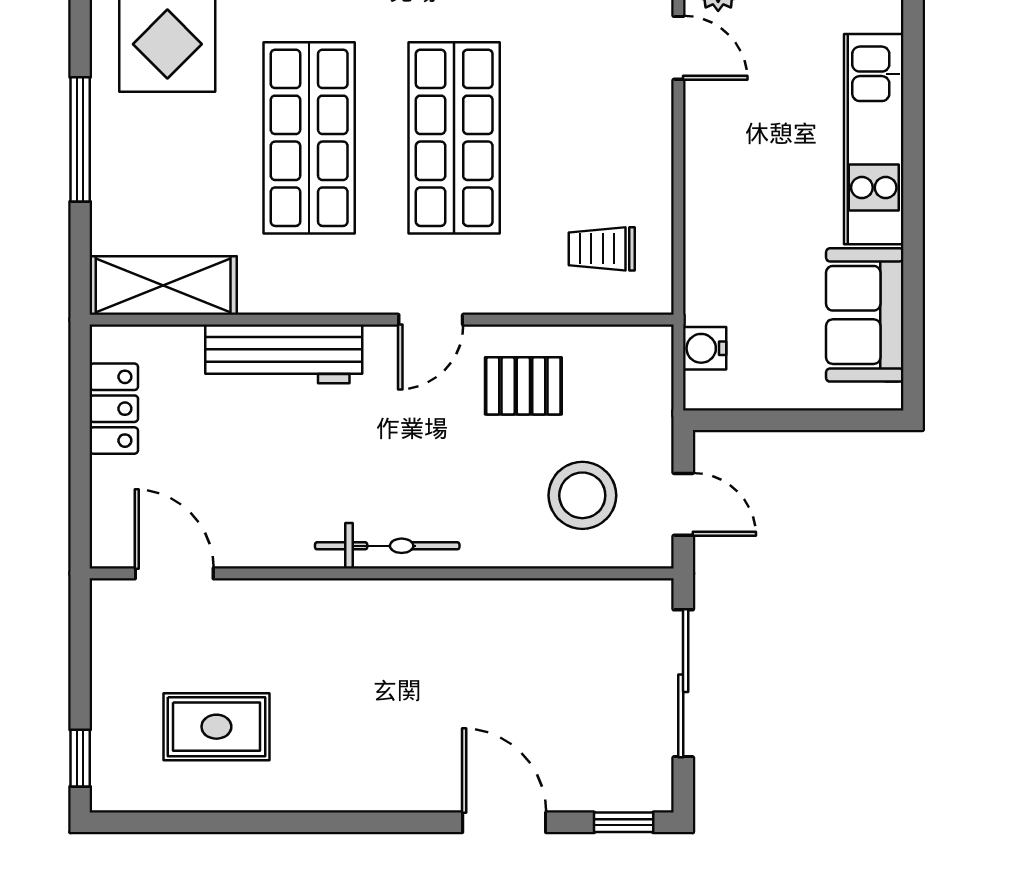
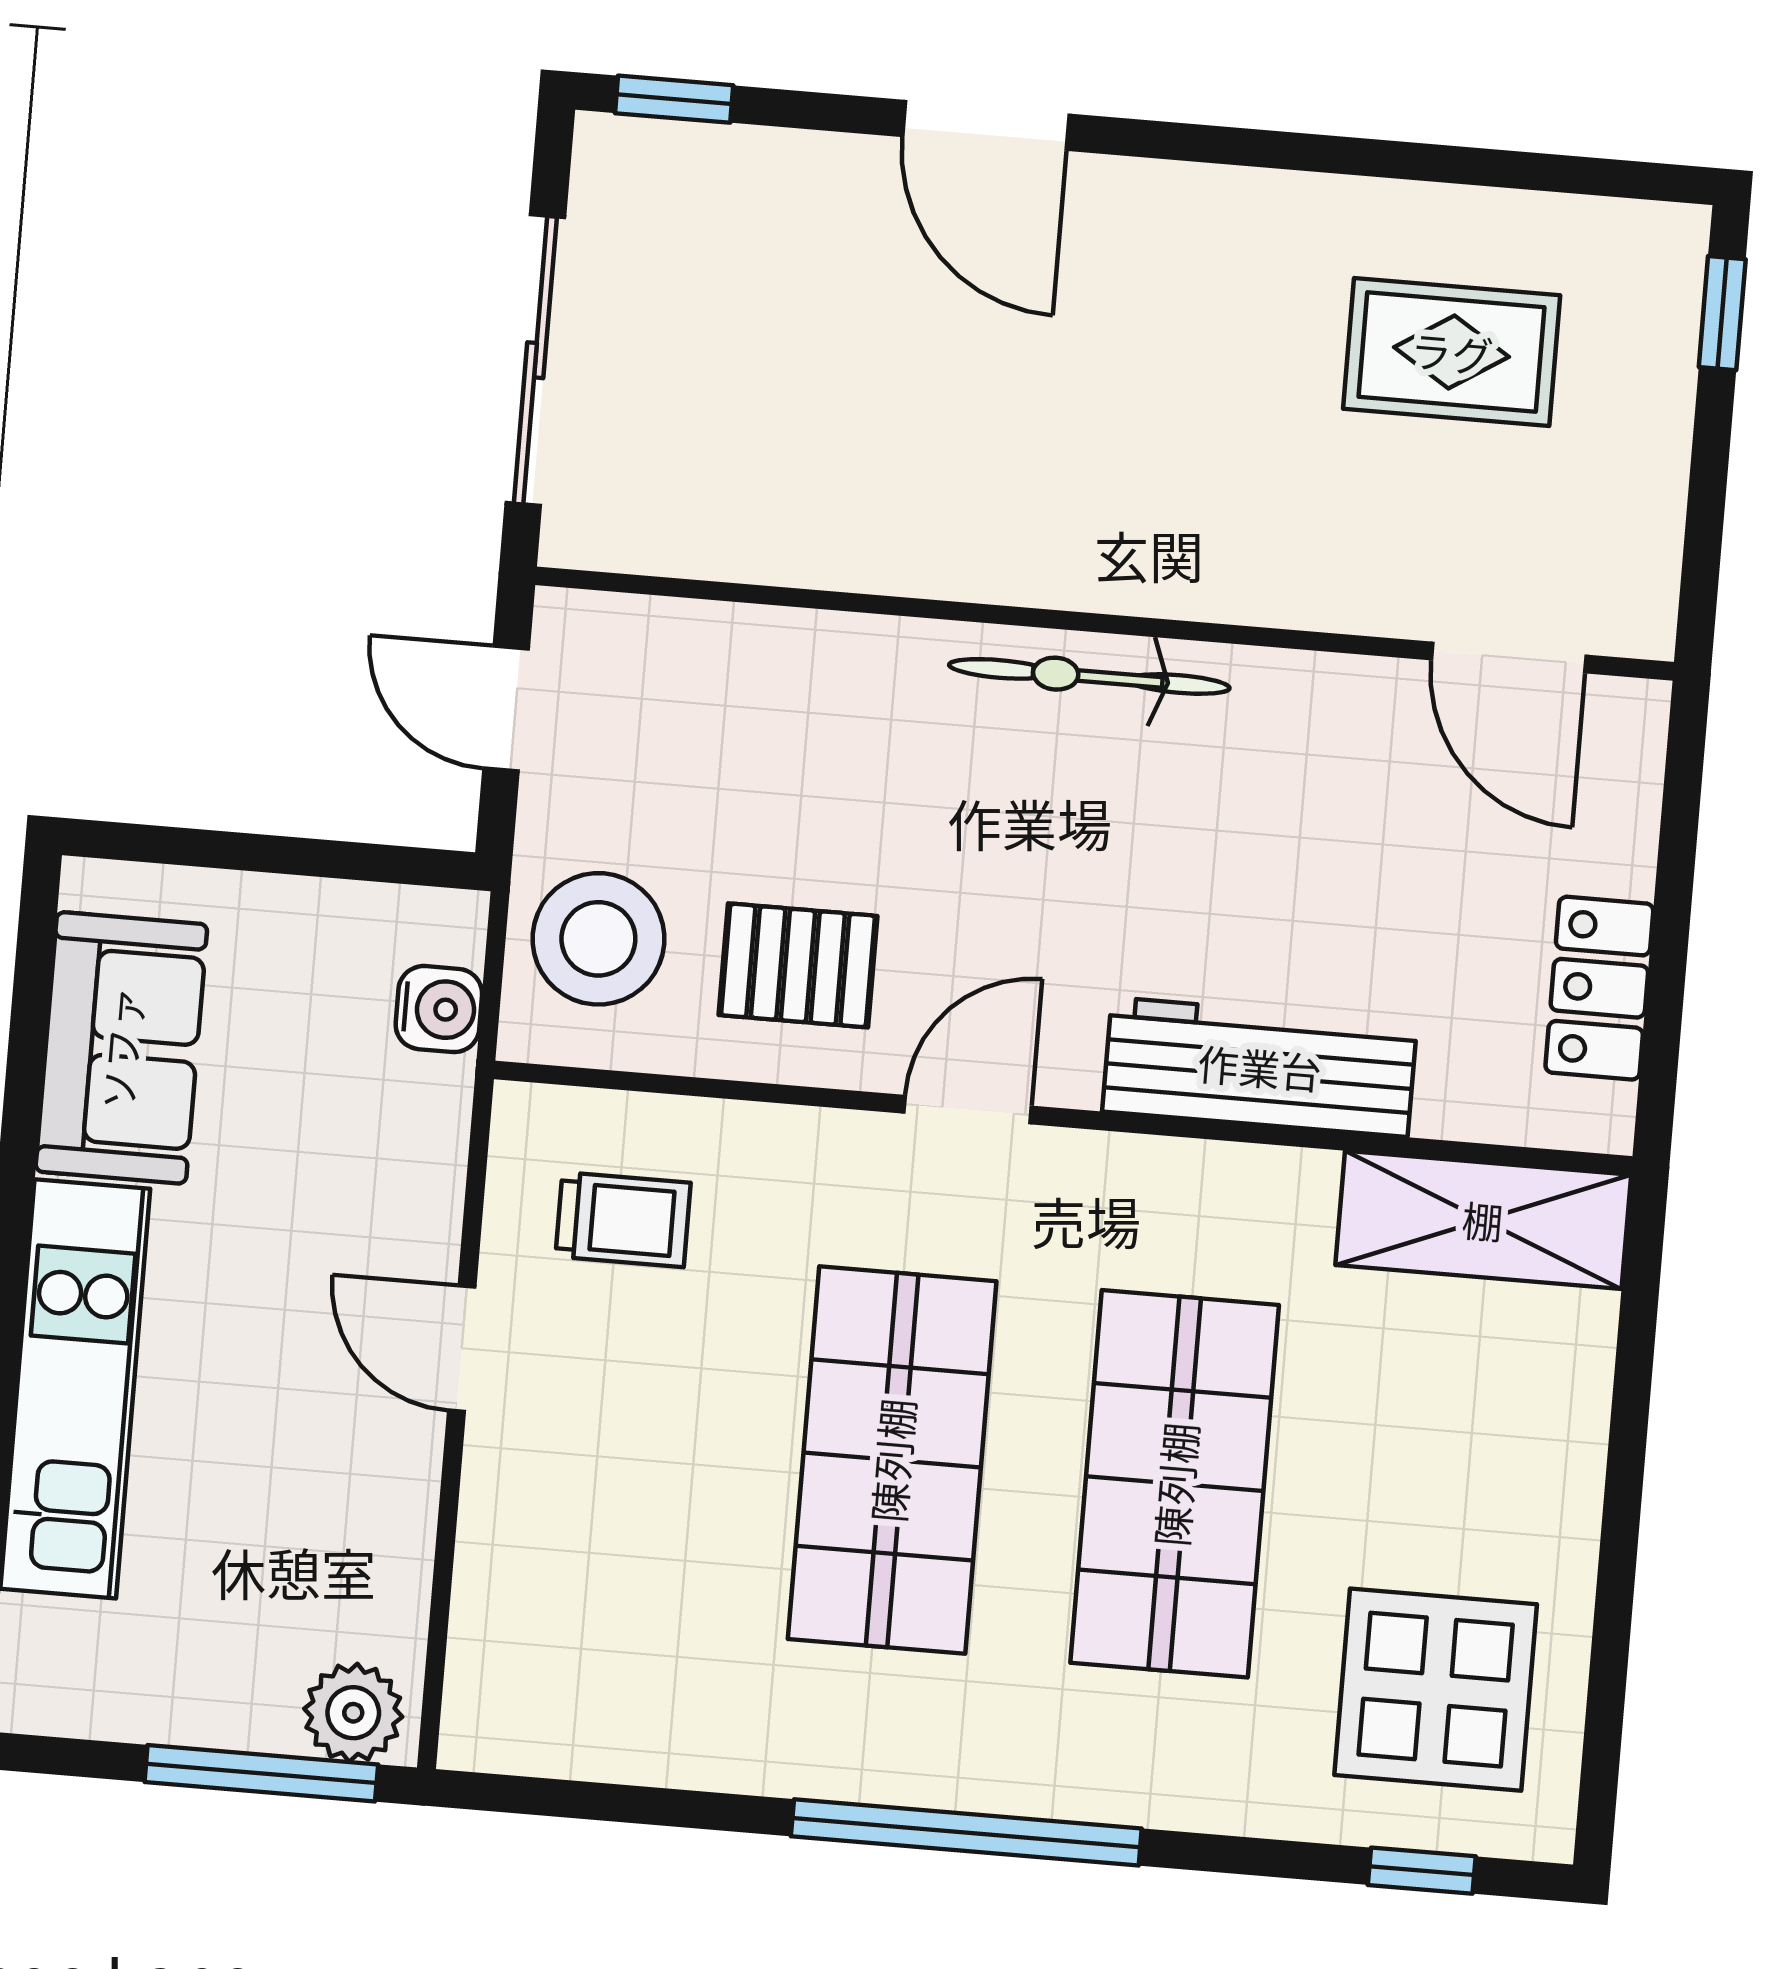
door: (678, 48) -> (462, 1349), moved
window: (80, 139) -> (1621, 1518), removed
stool: (582, 495) -> (598, 939), moved
door: (504, 822) -> (986, 125), moved

